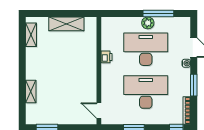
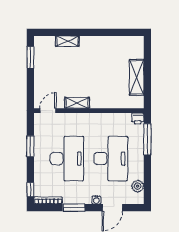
window: (158, 13) -> (147, 139), moved
plant: (148, 23) -> (138, 186), moved
shelving: (31, 35) -> (77, 103), moved
printer: (107, 57) -> (138, 118), moved

